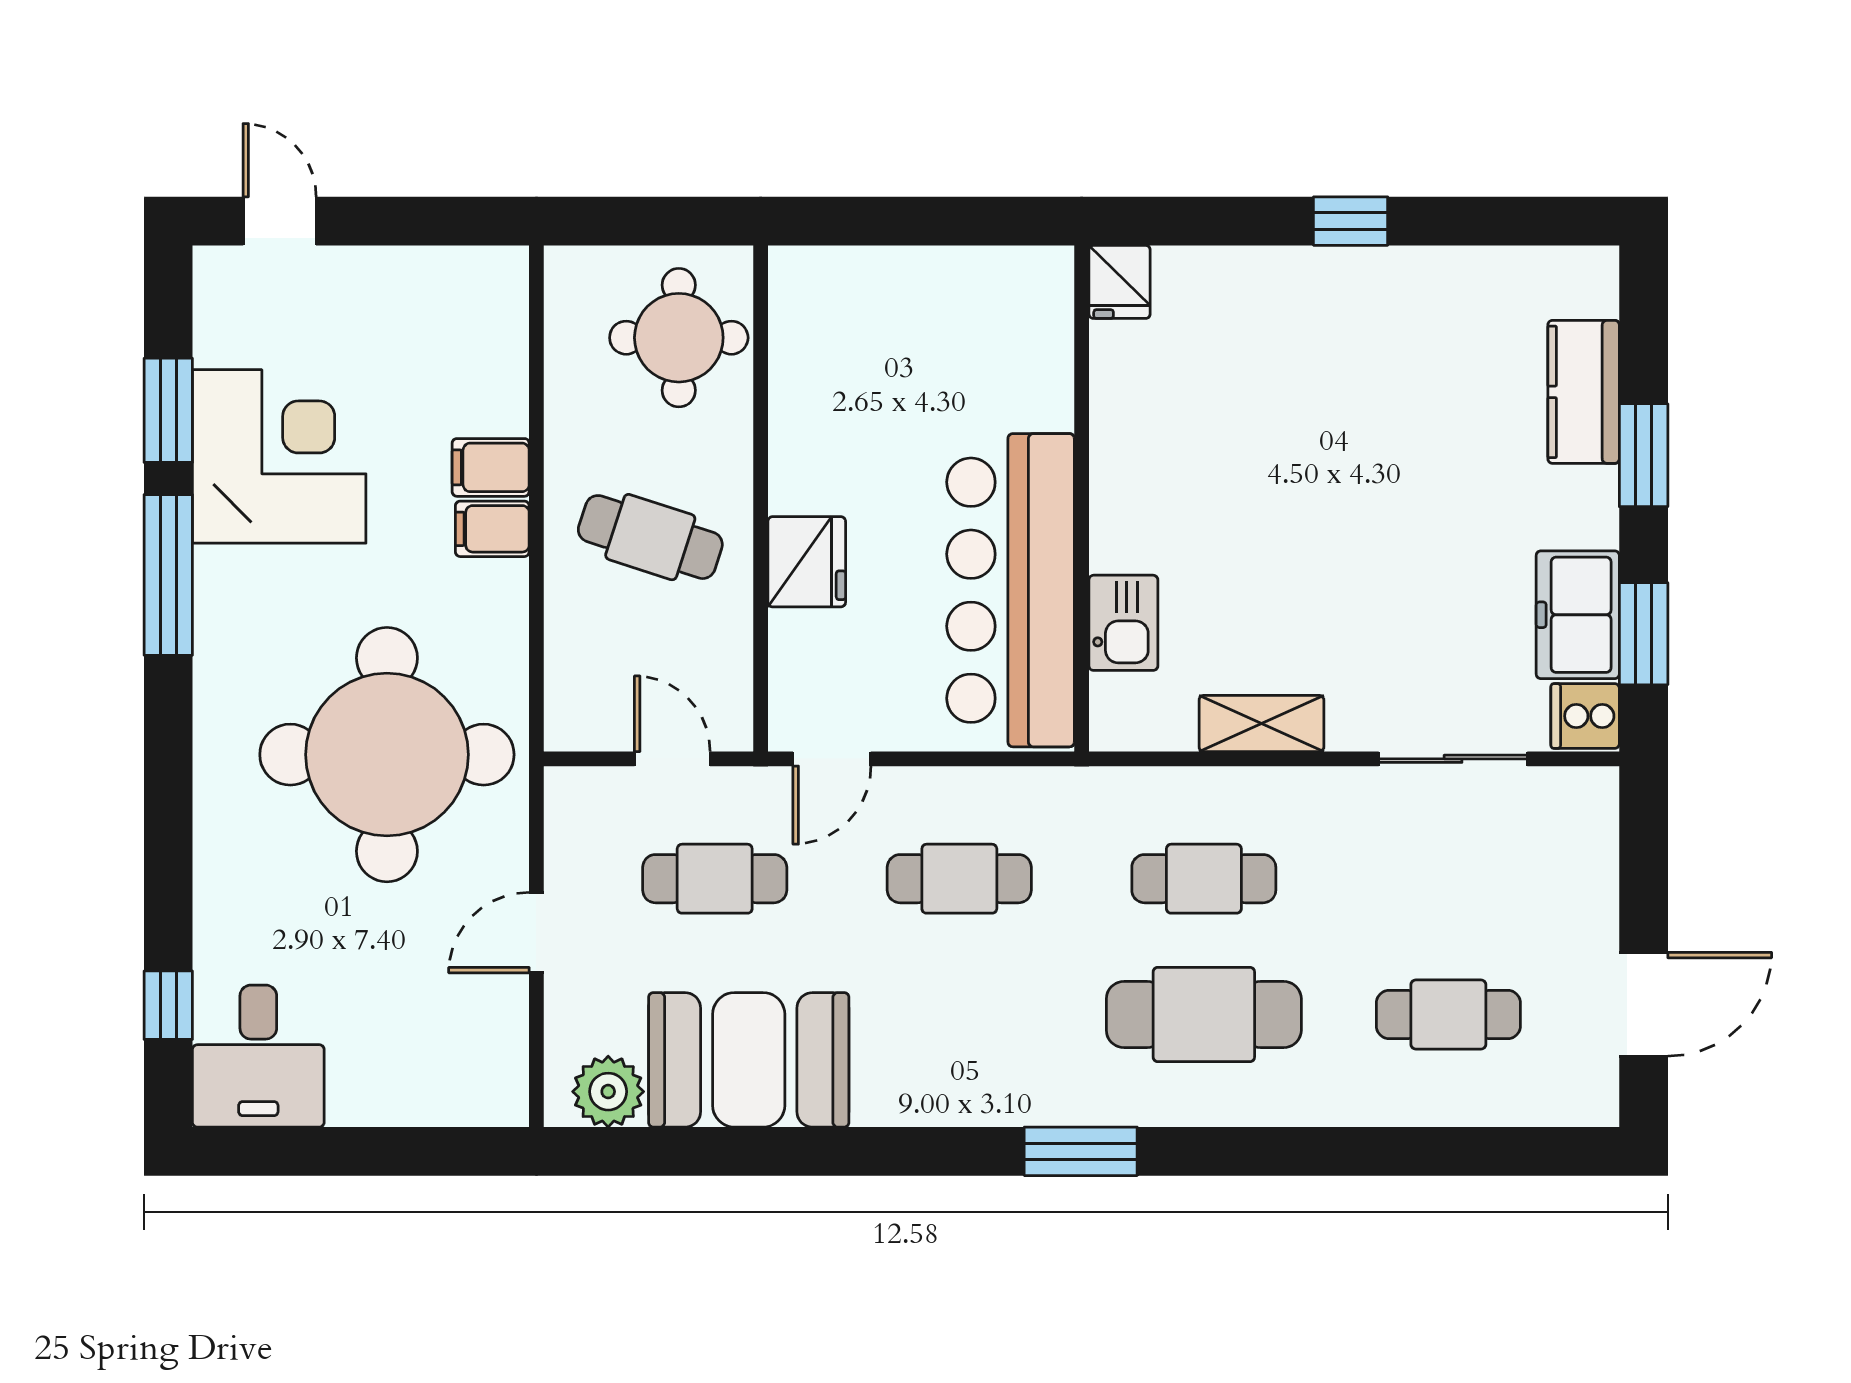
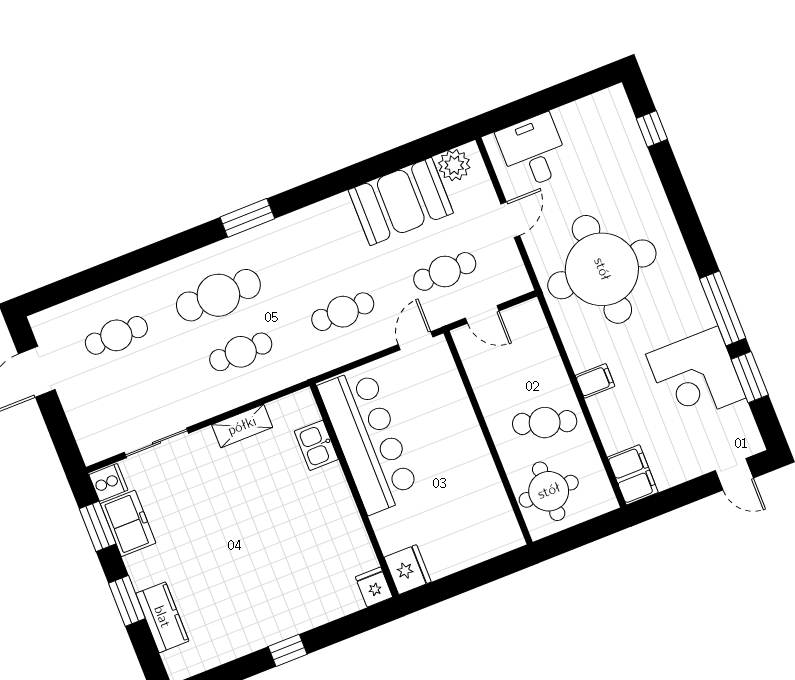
filing cabinet: (491, 467) -> (633, 475), moved, width x2.00
cafe table: (650, 537) -> (545, 423), moved
fridge: (807, 562) -> (408, 570), moved, turned 180
desk: (258, 1056) -> (533, 151), moved

